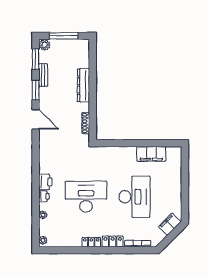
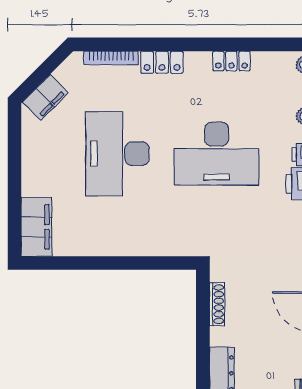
filing cabinet: (151, 154) -> (36, 227), moved, turned 90
locker: (91, 242) -> (231, 61), moved

